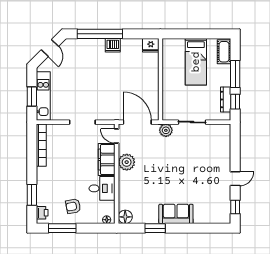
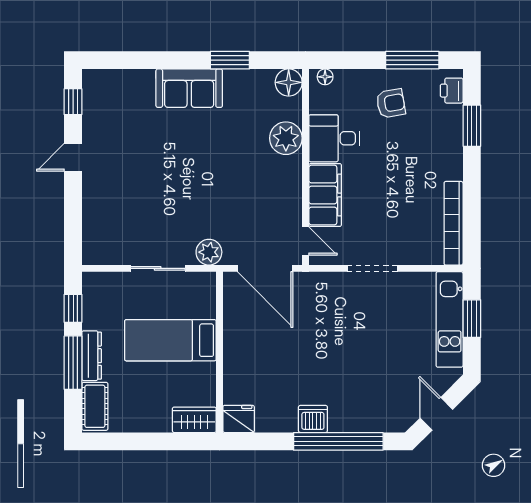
wardrobe: (173, 45) -> (194, 420), added
bed: (196, 62) -> (170, 340), moved, turned -90
dresser: (226, 99) -> (92, 356), moved
plant: (127, 162) -> (286, 138), moved

